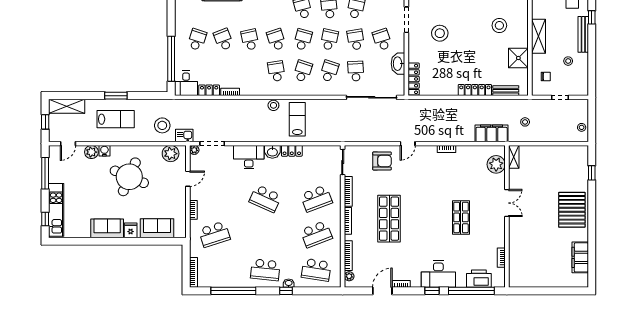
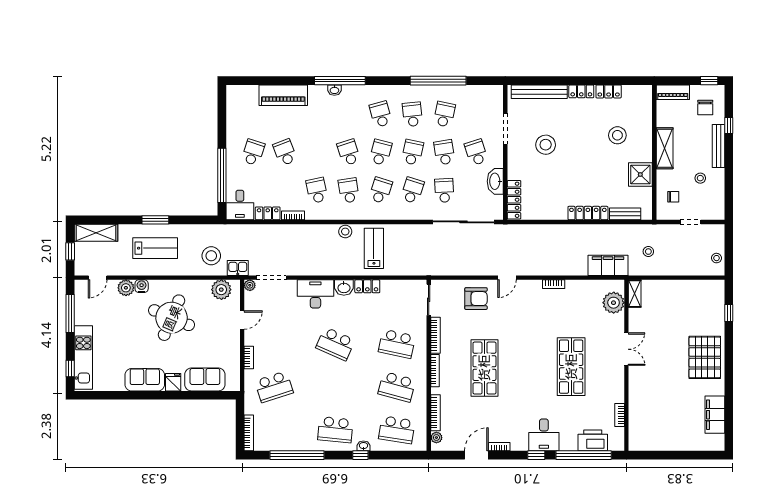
school desk: (250, 40) -> (317, 190), moved
school desk: (316, 199) -> (397, 344), turned 33
shop shelf: (461, 217) -> (571, 367), width x1.43, depth x1.36
school desk: (316, 234) -> (397, 387), turned 36
desk: (438, 274) -> (544, 435), width x0.73

